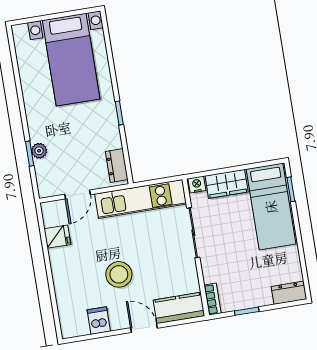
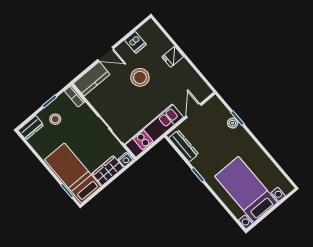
dresser: (117, 165) -> (184, 146), width x1.44
fridge: (57, 237) -> (173, 57), moved
stool: (253, 285) -> (55, 119), added

